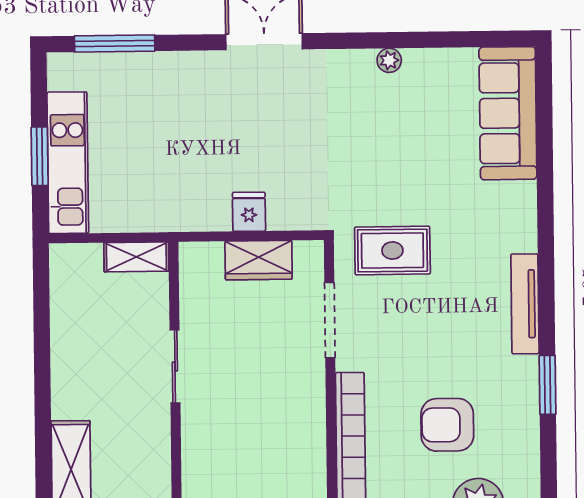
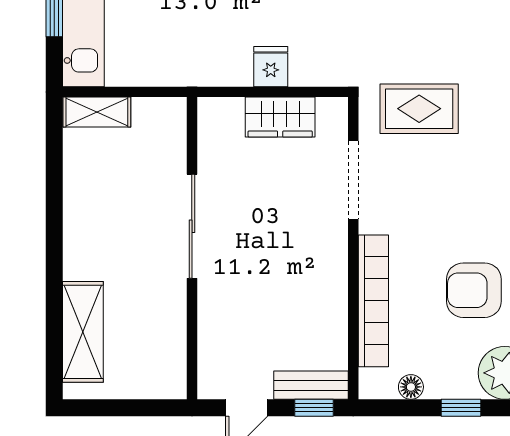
shelving: (136, 257) -> (97, 112), moved
sliding door: (175, 366) -> (192, 226), width x1.37

